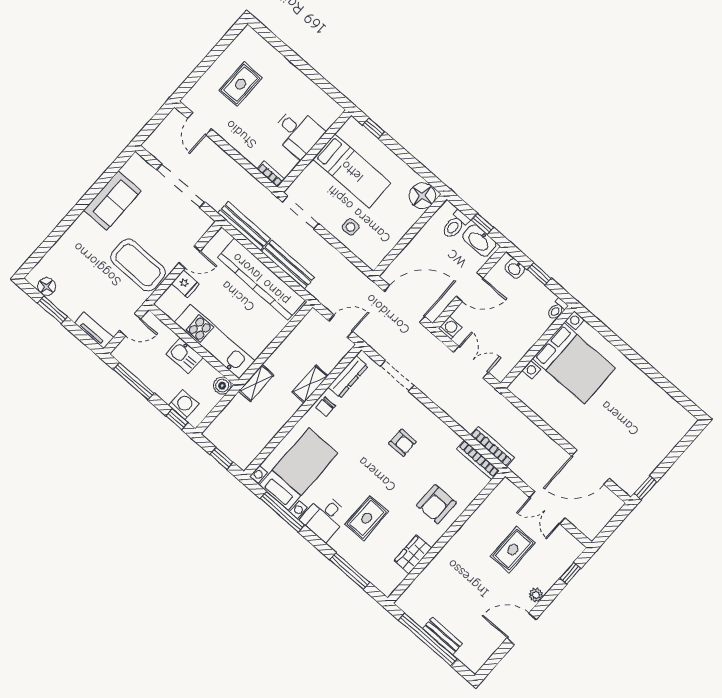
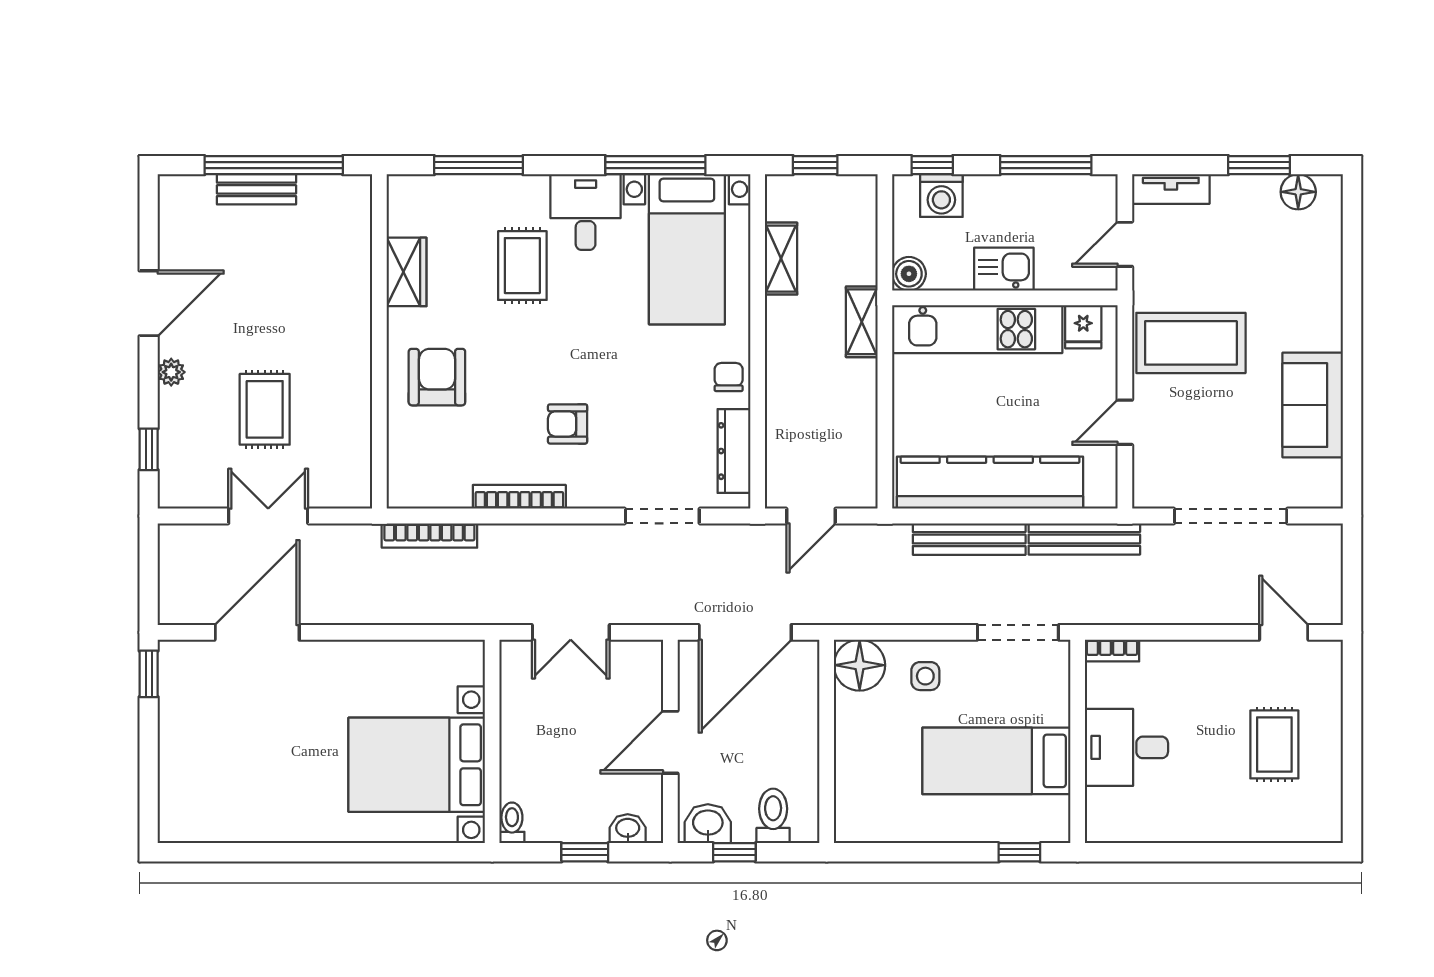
floor lamp: (422, 196) -> (860, 665), moved
washbasin: (479, 241) -> (708, 824), width x0.72
fridge: (185, 284) -> (1083, 327), moved, turned -90
washing machine: (450, 328) -> (646, 656), removed
shelving: (310, 384) -> (781, 259), moved
bookcase: (478, 460) -> (519, 497), moved

